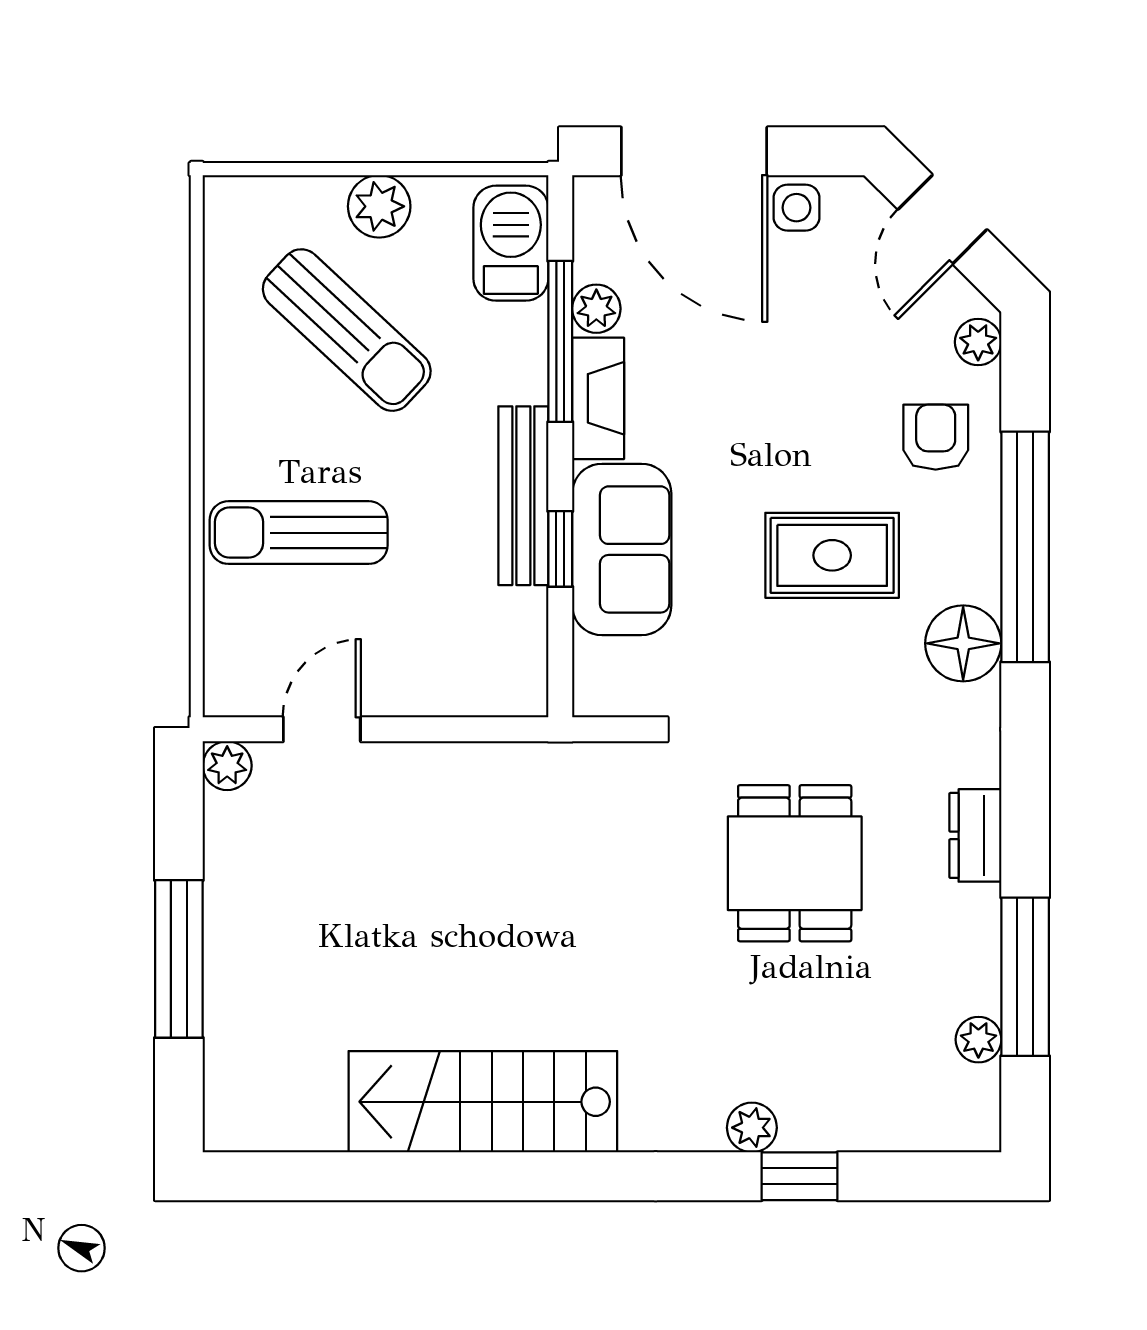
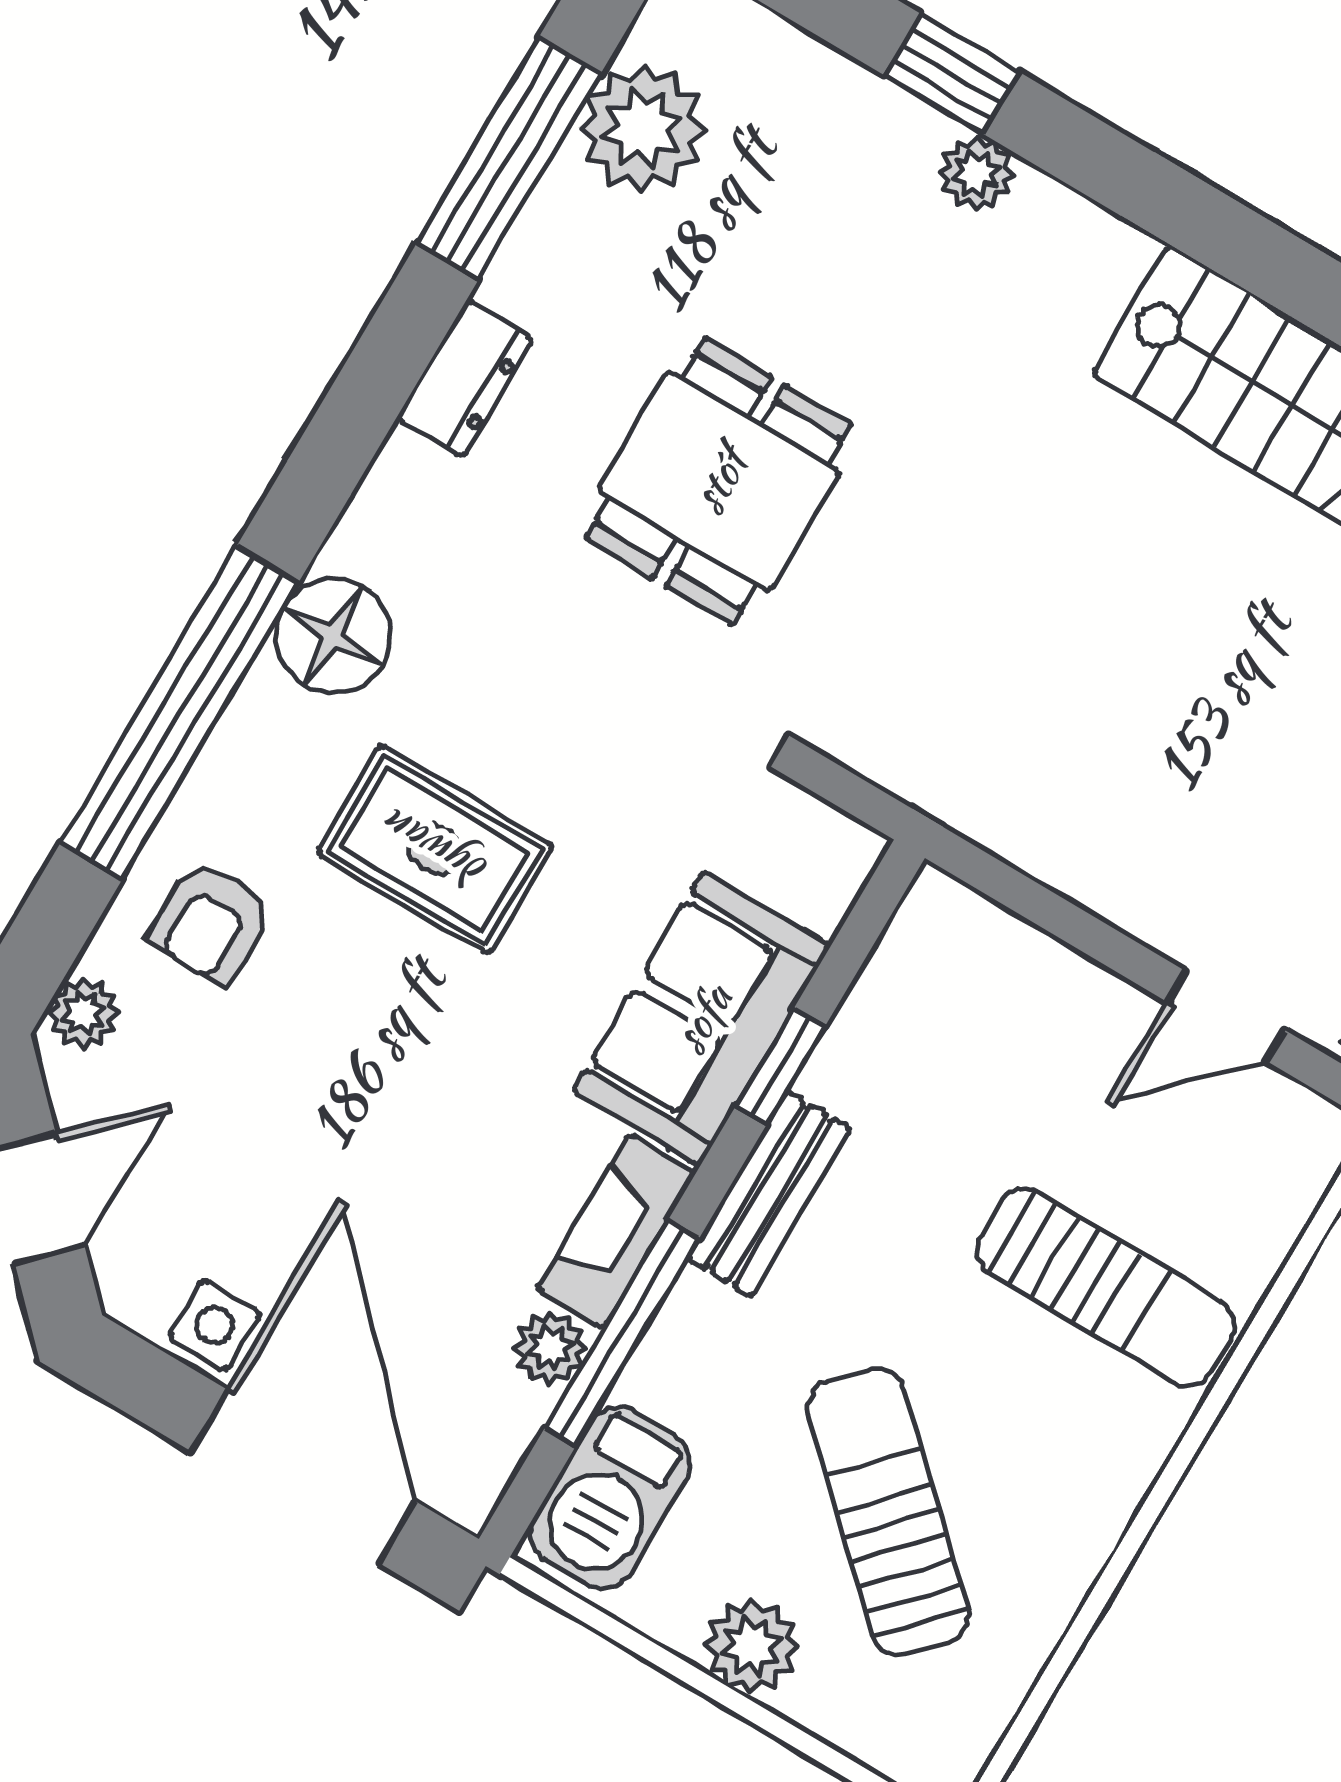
bench: (523, 496) -> (769, 1194), width x0.73
plant: (978, 1040) -> (643, 128), width x1.87, depth x1.87

